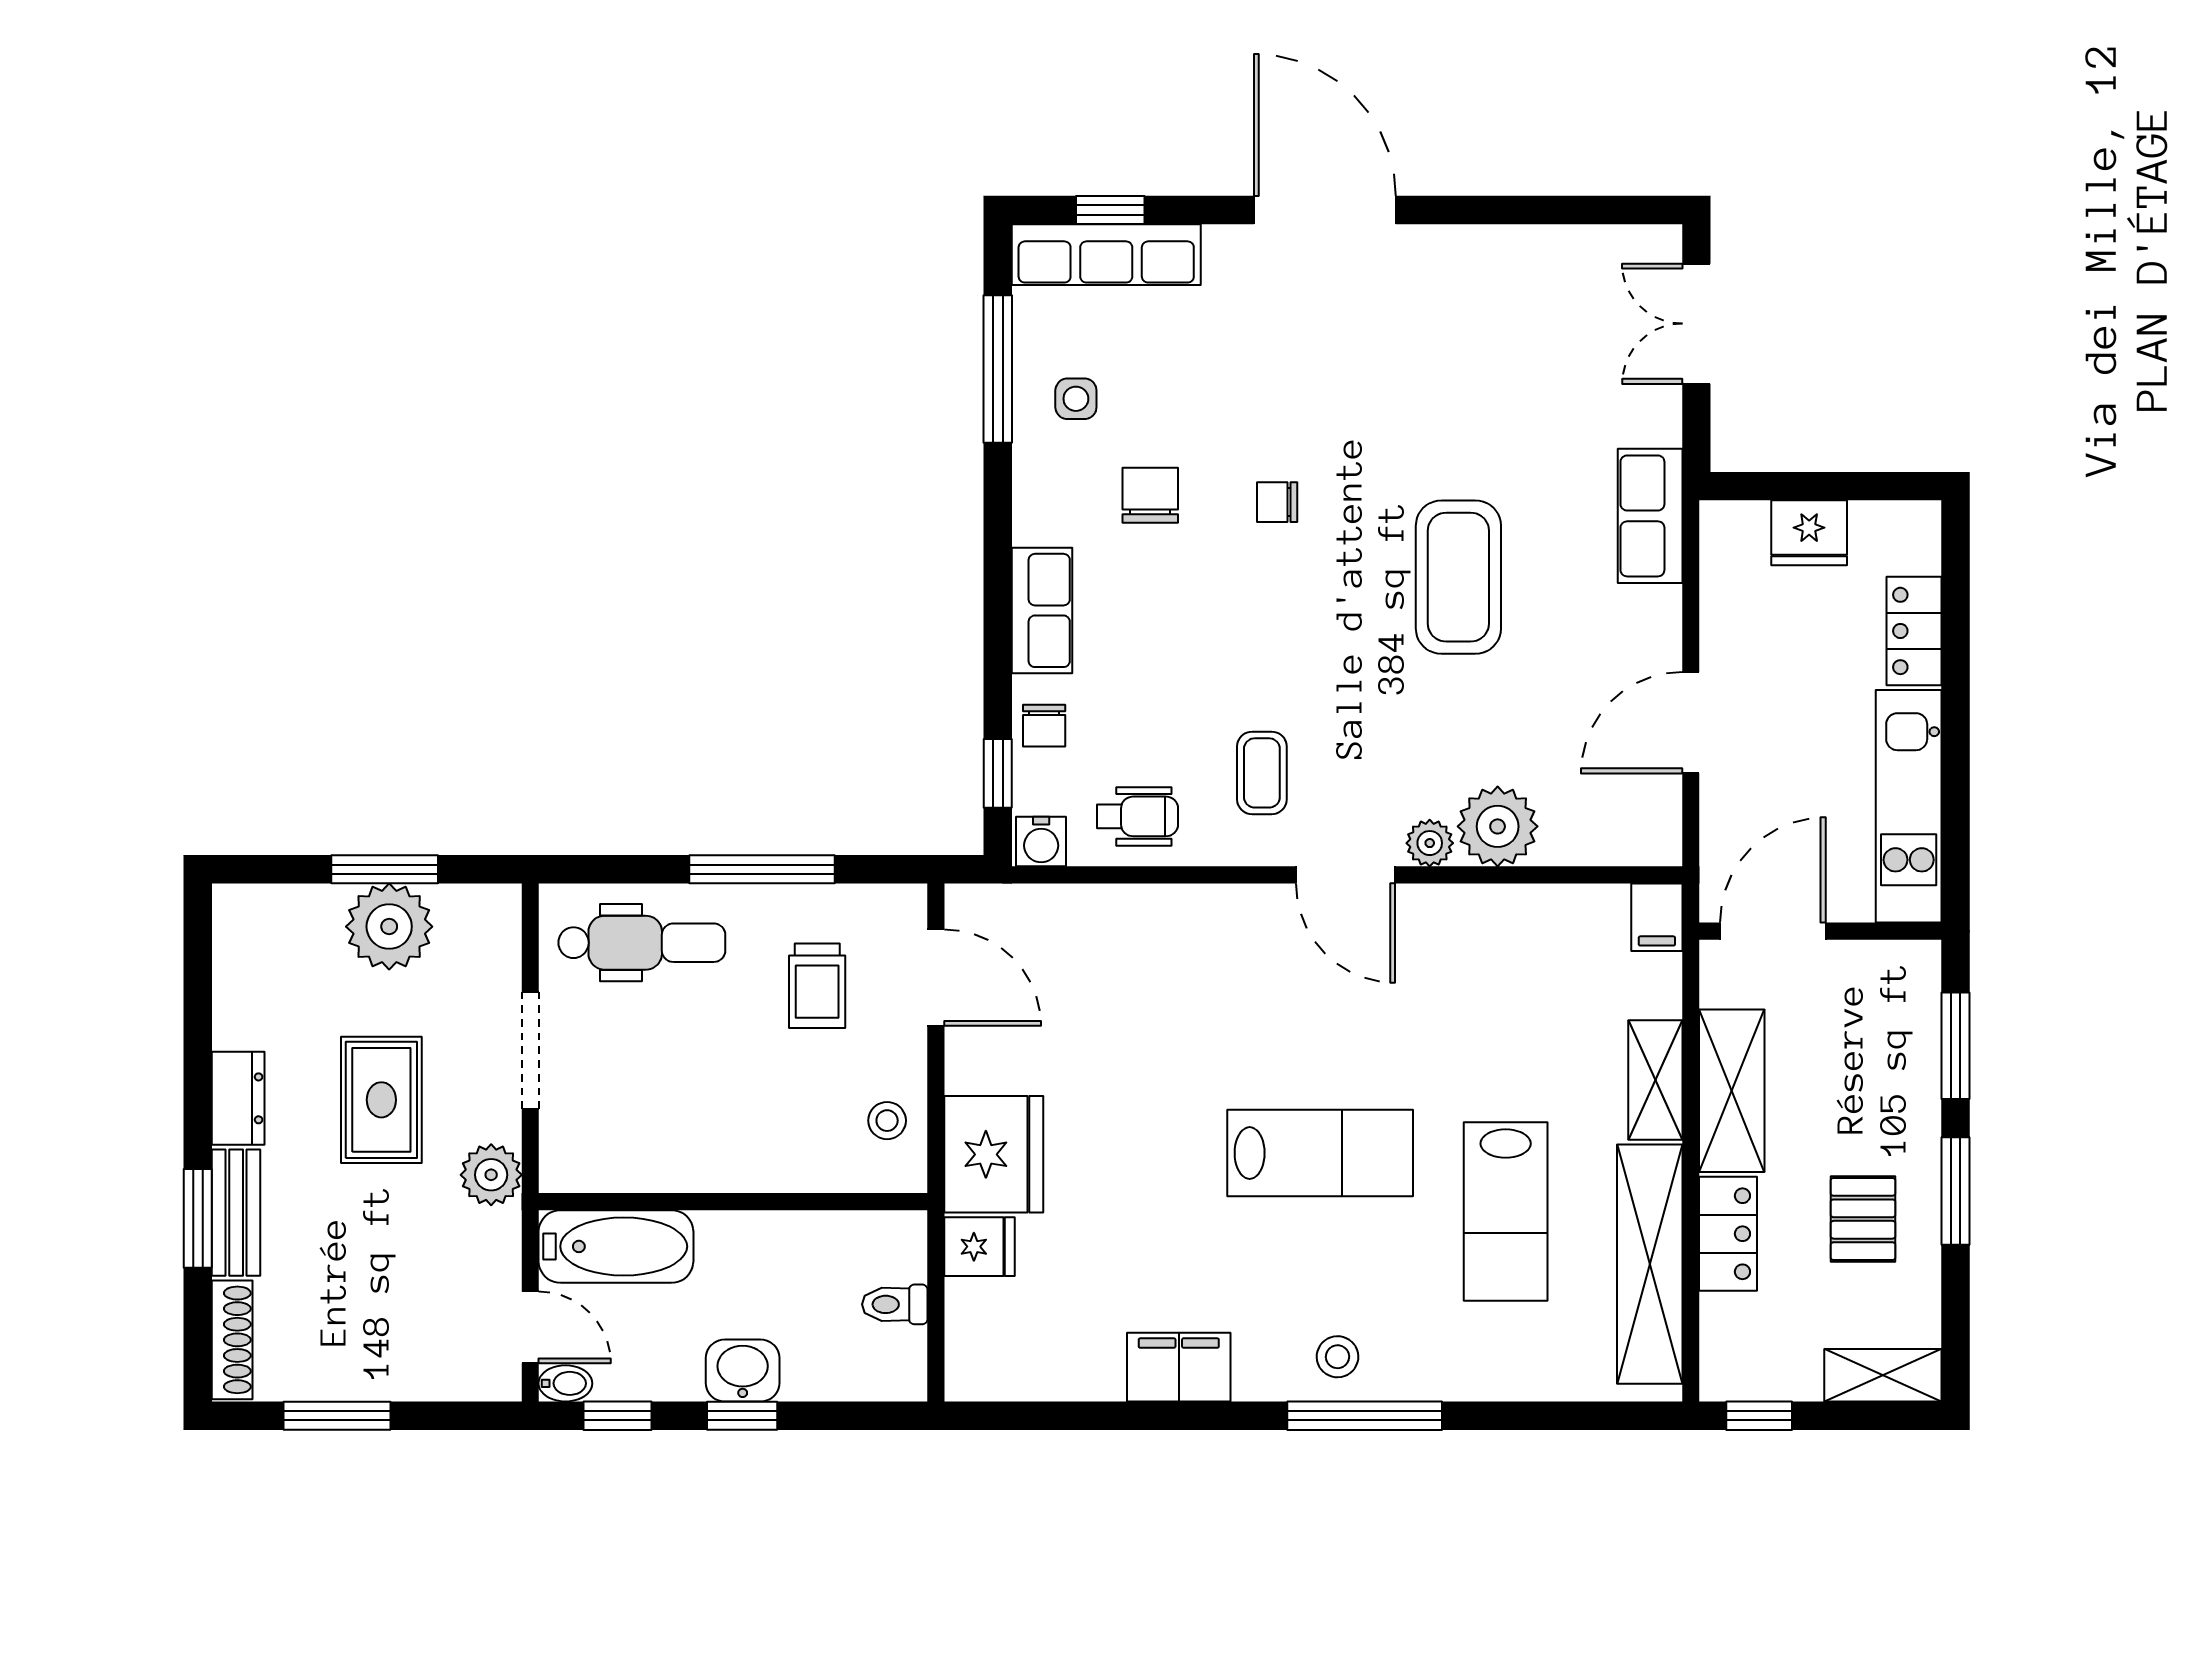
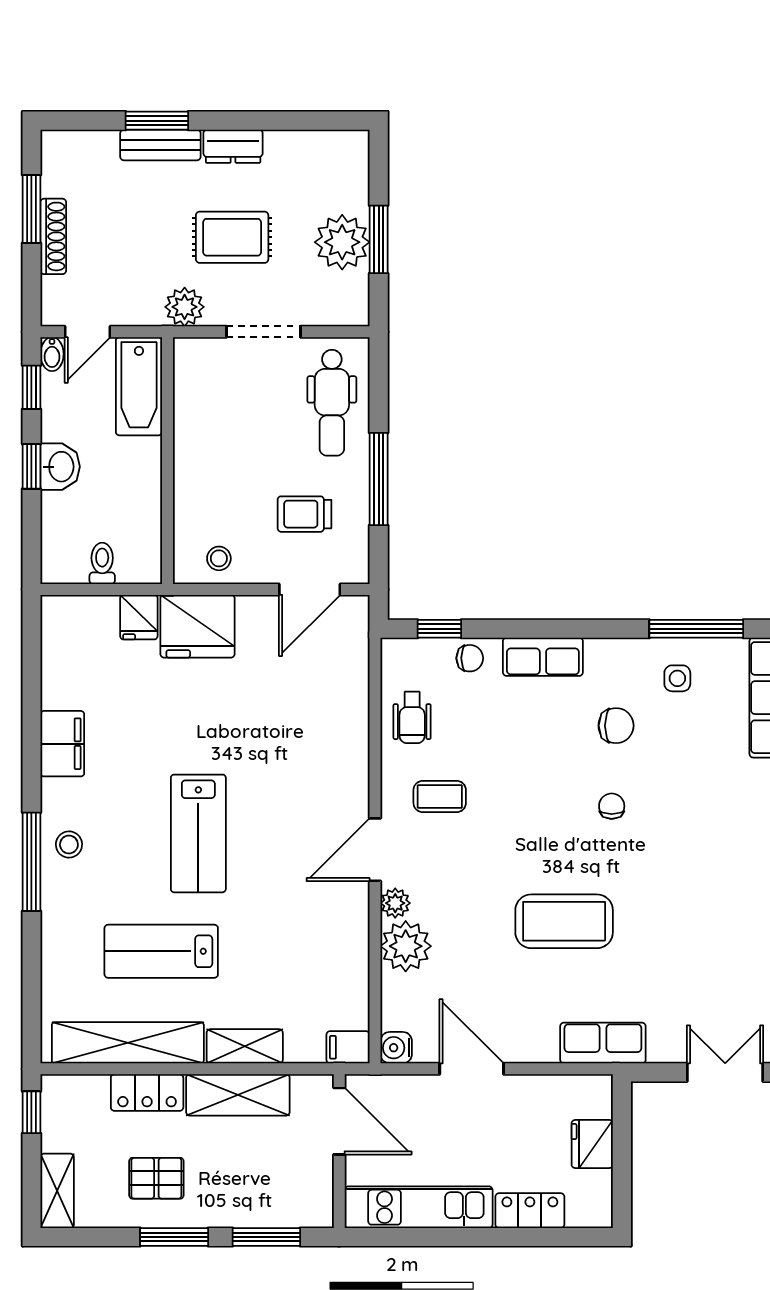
chair: (1044, 726) -> (470, 658), turned 180
water cooler: (1041, 842) -> (396, 1048), moved
shoe rack: (232, 1340) -> (53, 236), moved, turned -90

